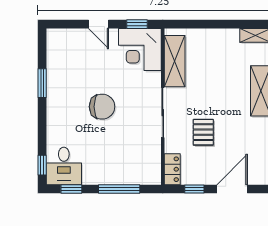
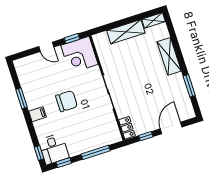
shelving: (175, 61) -> (126, 32), moved, turned 90
filing cabinet: (57, 112) -> (37, 114), added
pallet: (203, 132) -> (140, 96), removed

